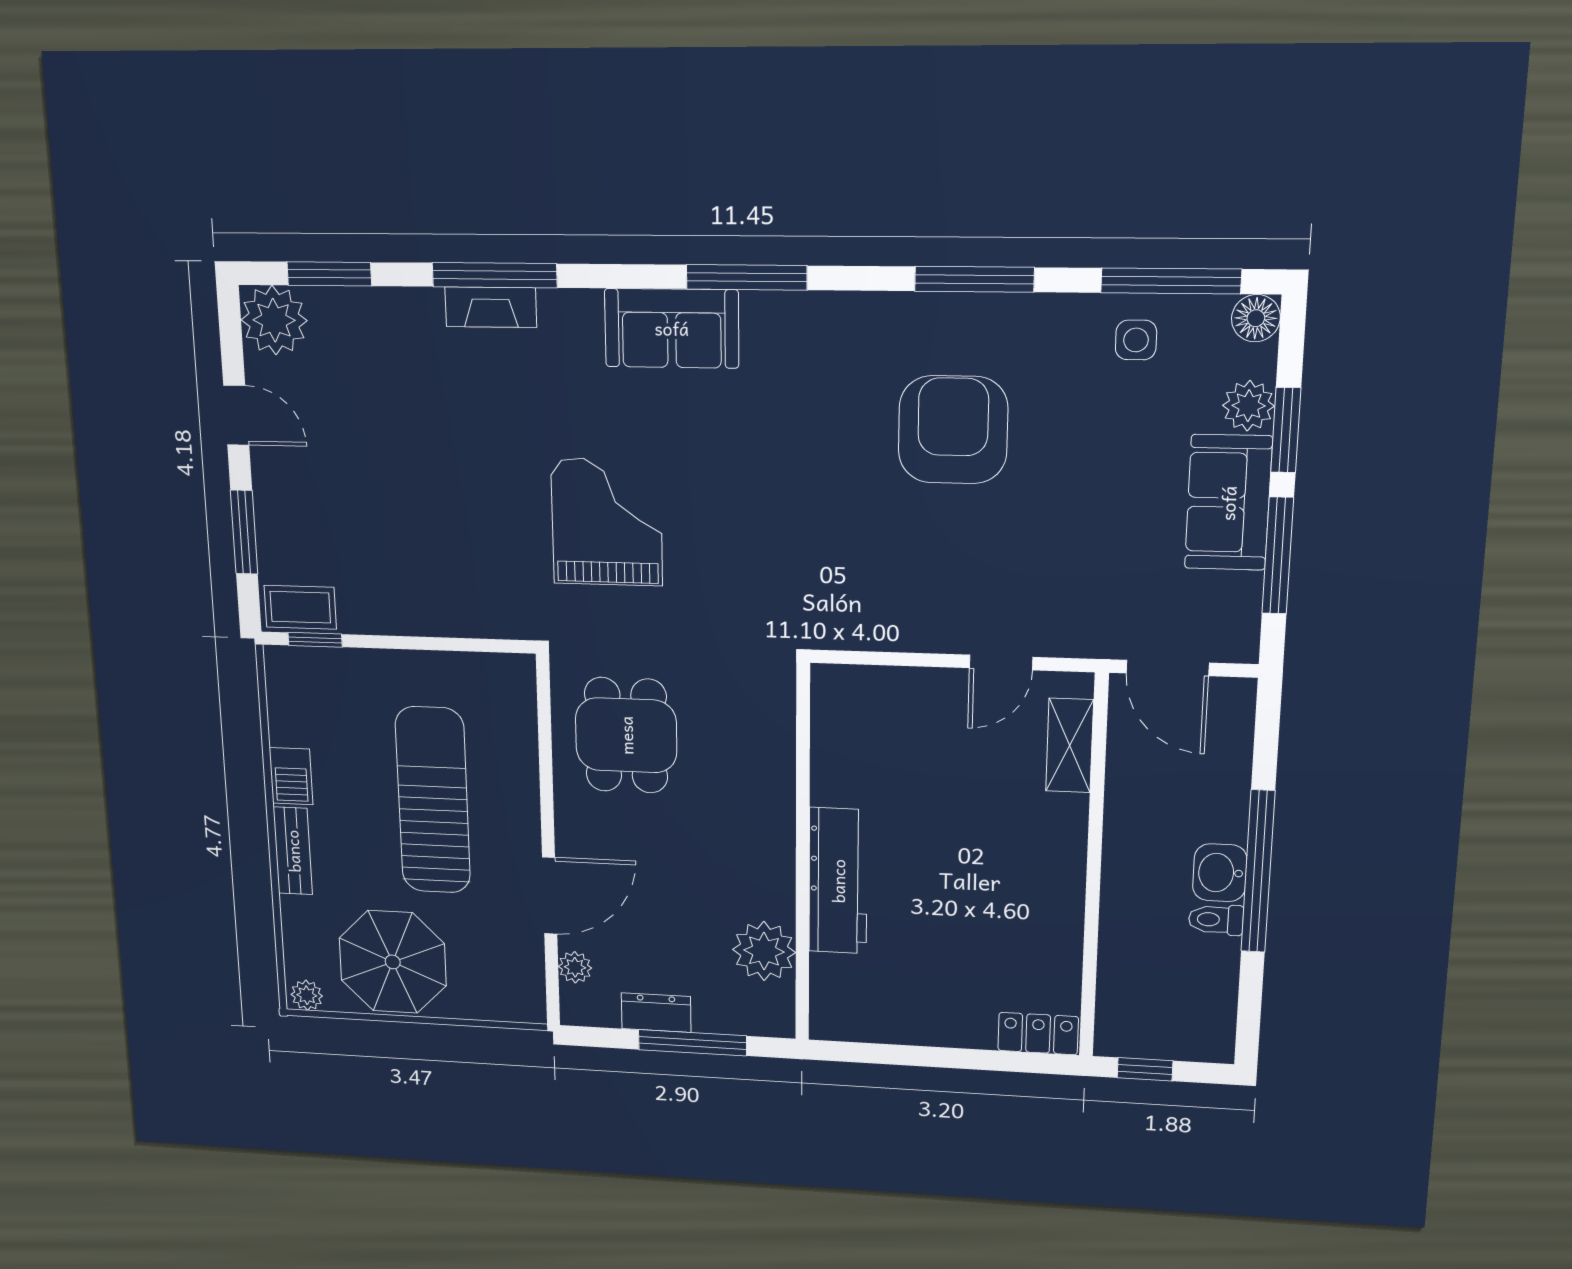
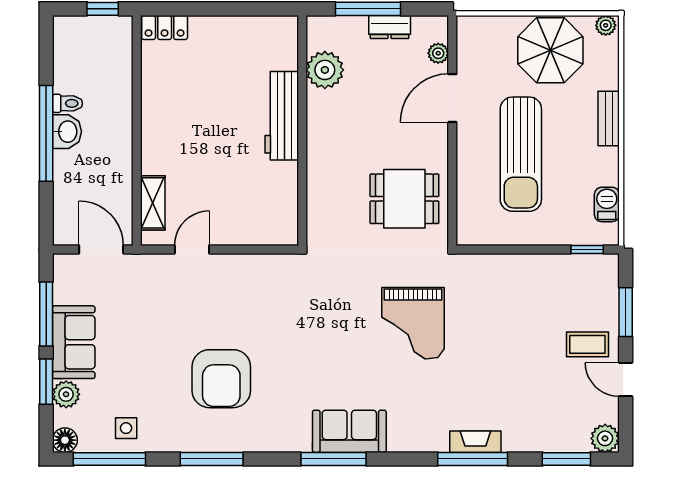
plant: (274, 320) -> (605, 438), width x0.73, depth x0.73
sofa: (672, 328) -> (349, 431), moved
coffee table: (300, 607) -> (587, 344), moved
dining table: (626, 735) -> (404, 199), turned 90
barbecue: (291, 776) -> (607, 204), moved

